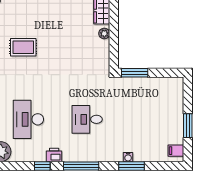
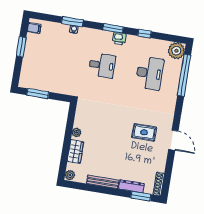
window: (135, 73) -> (38, 94), moved
printer: (54, 155) -> (119, 39), moved
window: (81, 166) -> (113, 28), width x0.69

